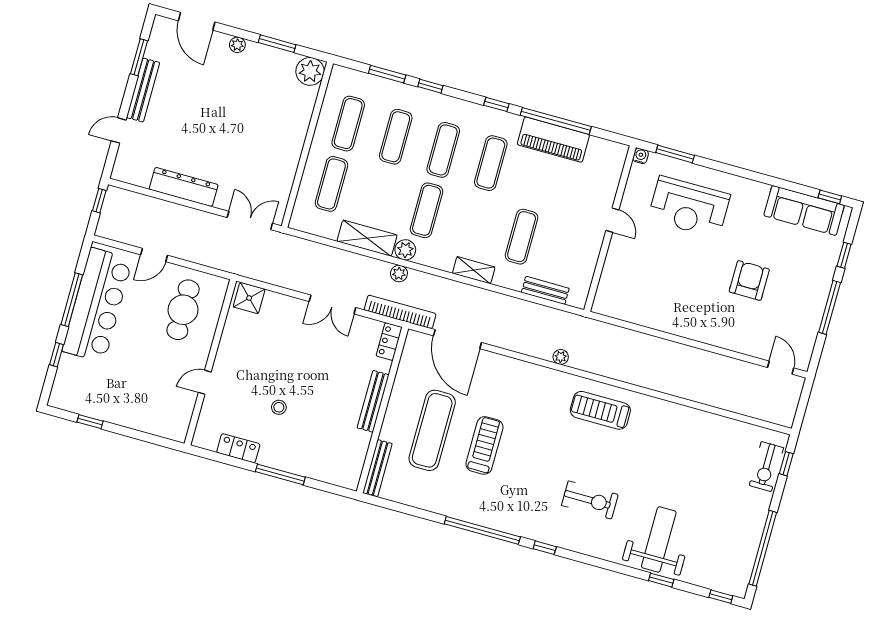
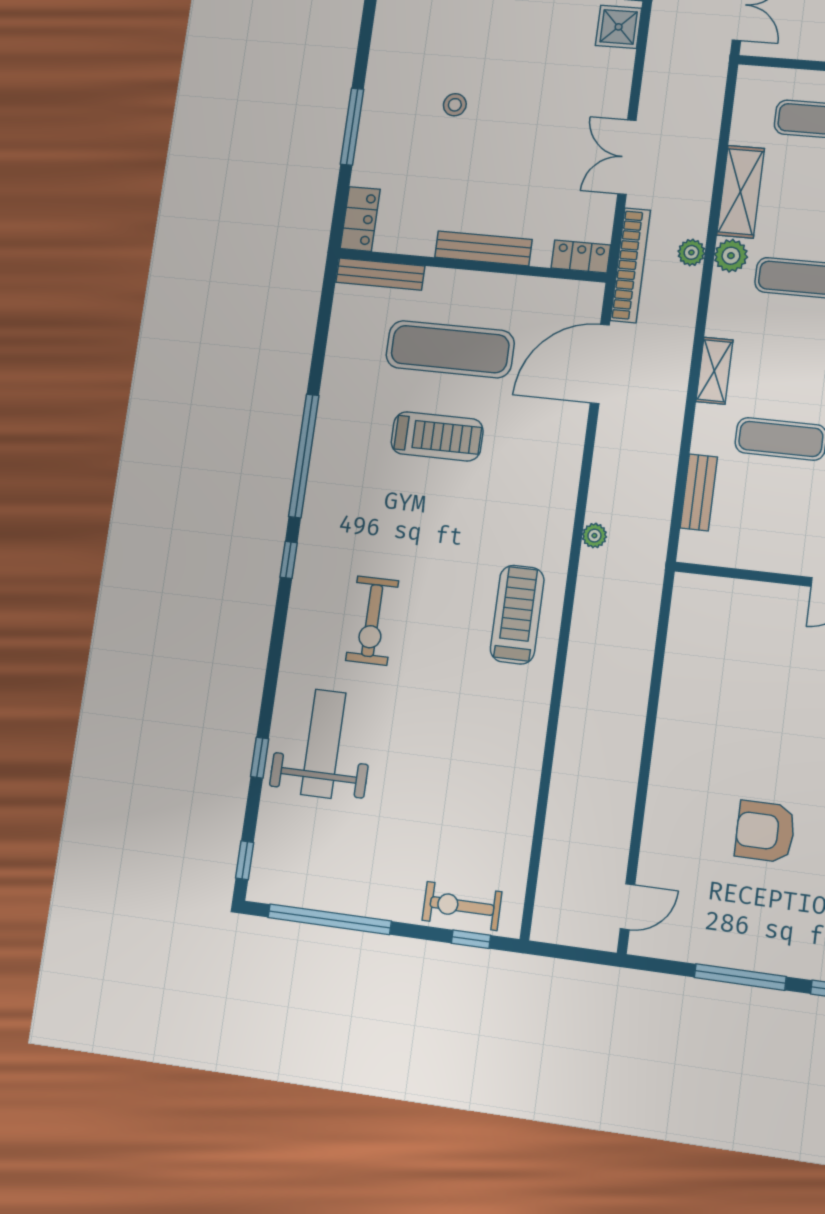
armchair: (749, 281) -> (765, 831), turned 180
locker: (238, 448) -> (360, 219), moved
weight bench: (659, 539) -> (323, 744), turned -90

